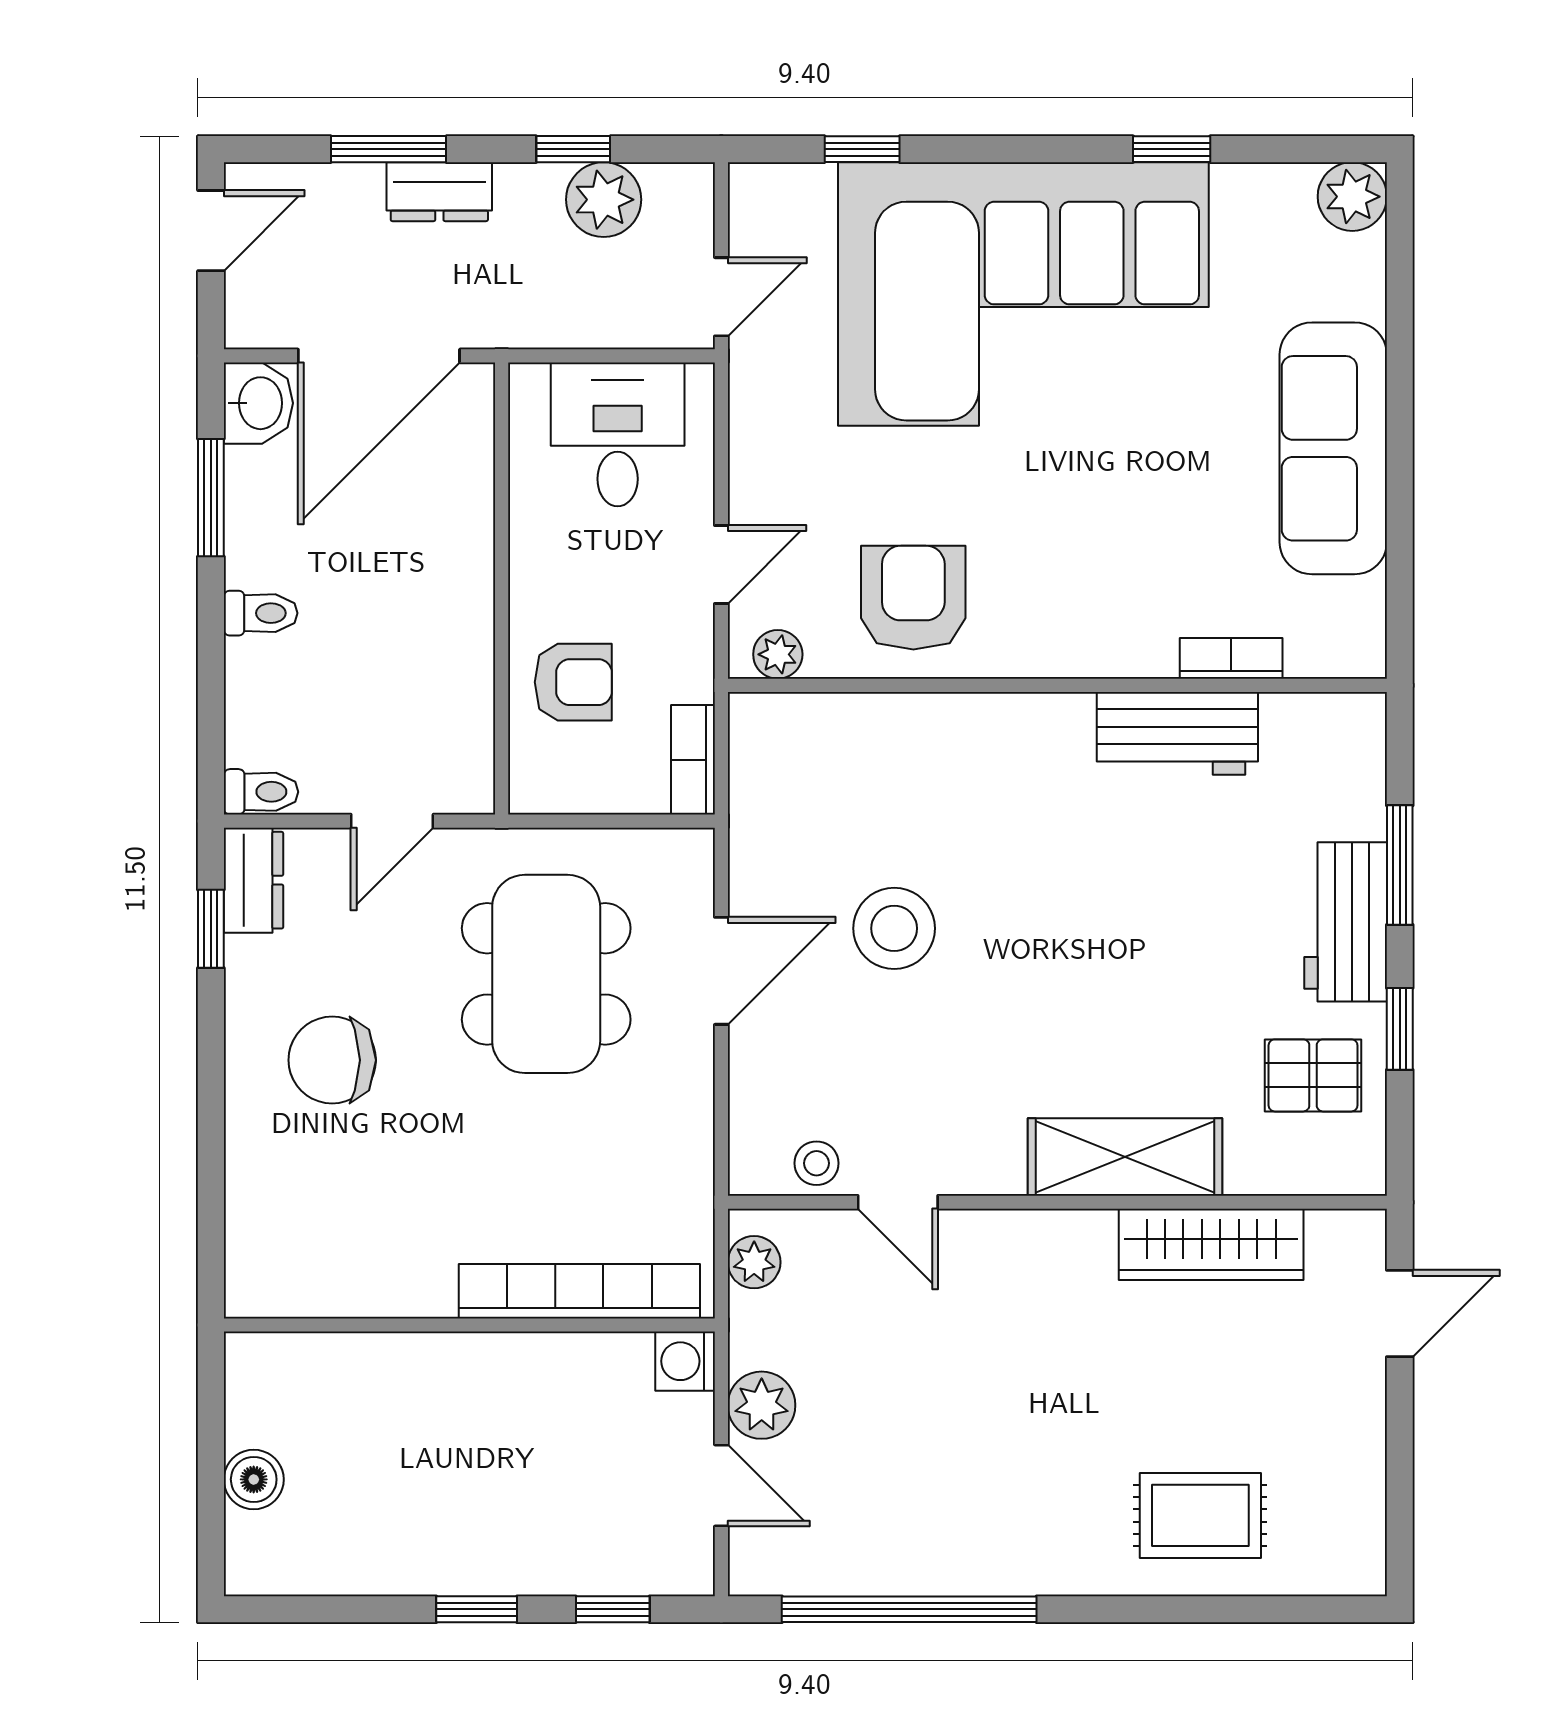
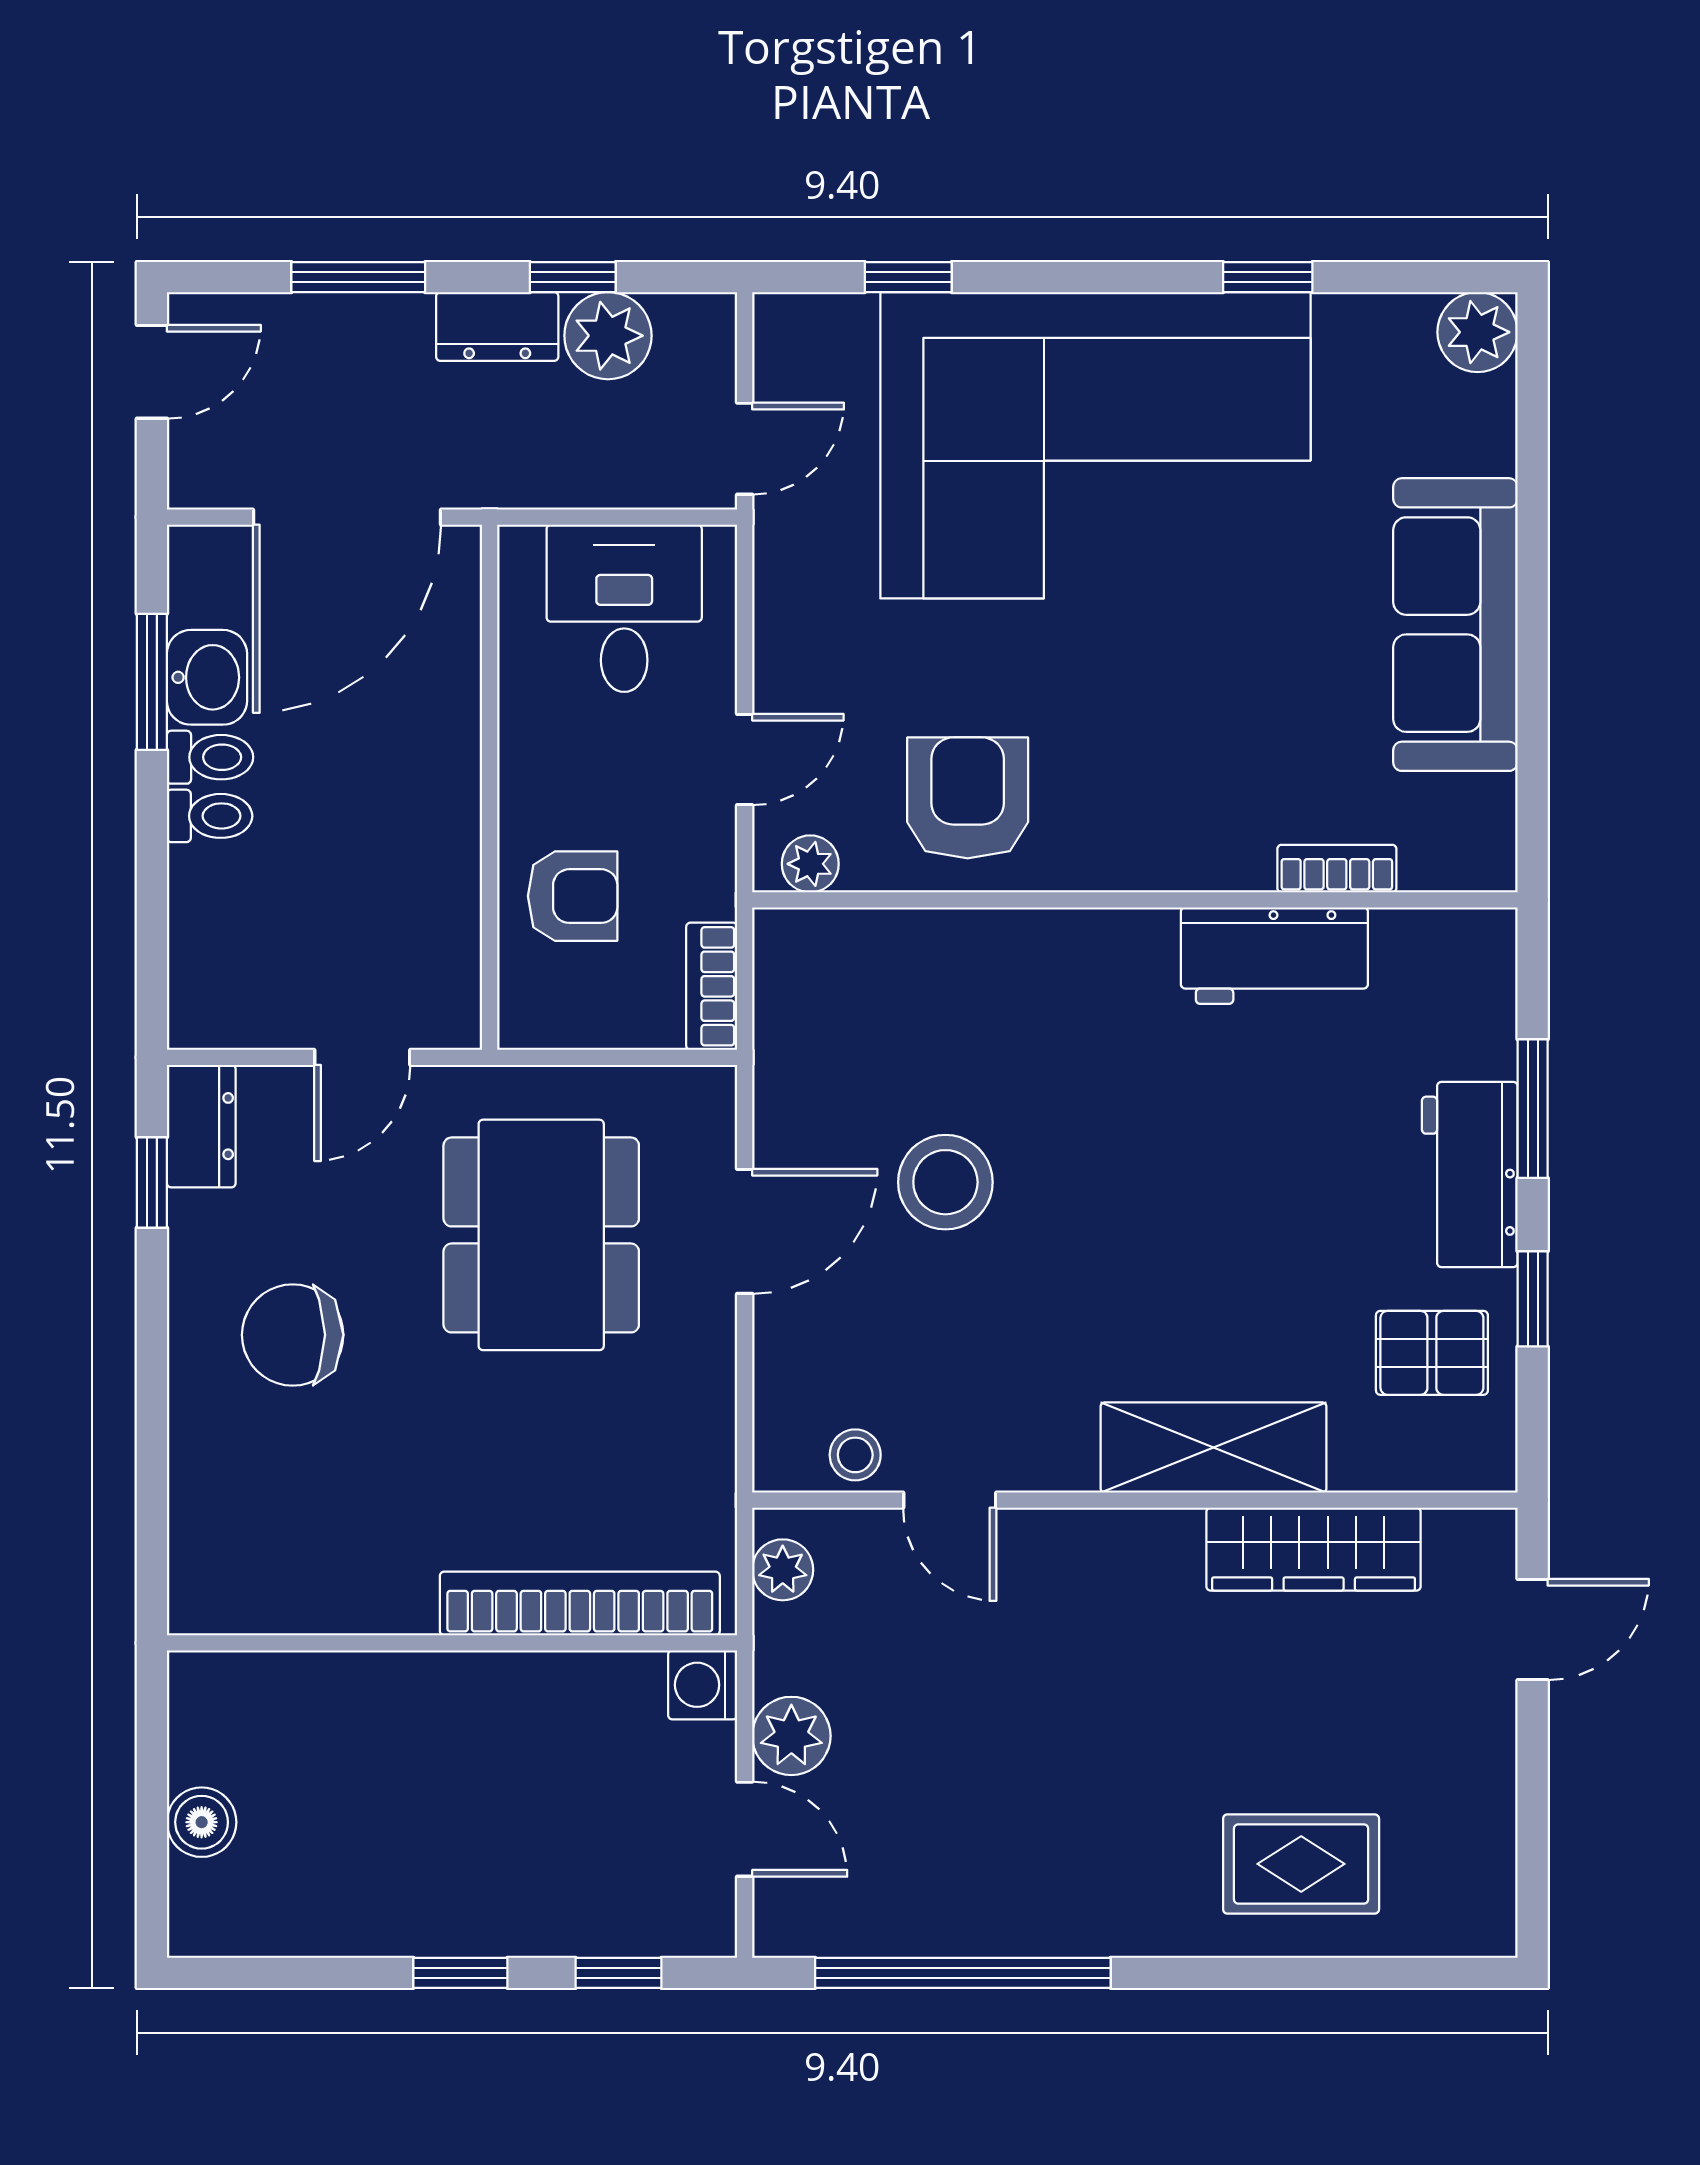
dresser: (439, 192) -> (497, 326), moved
washbasin: (258, 403) -> (207, 677), moved
toilet: (261, 792) -> (210, 757), moved

